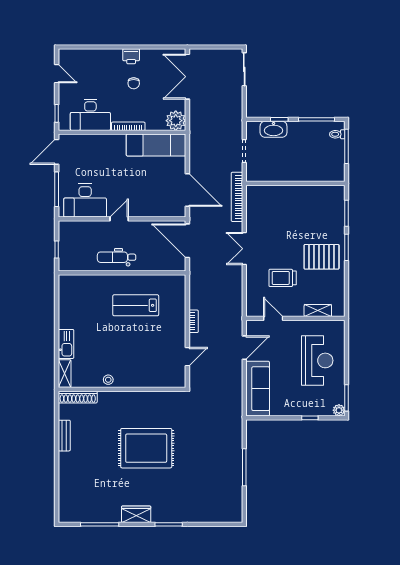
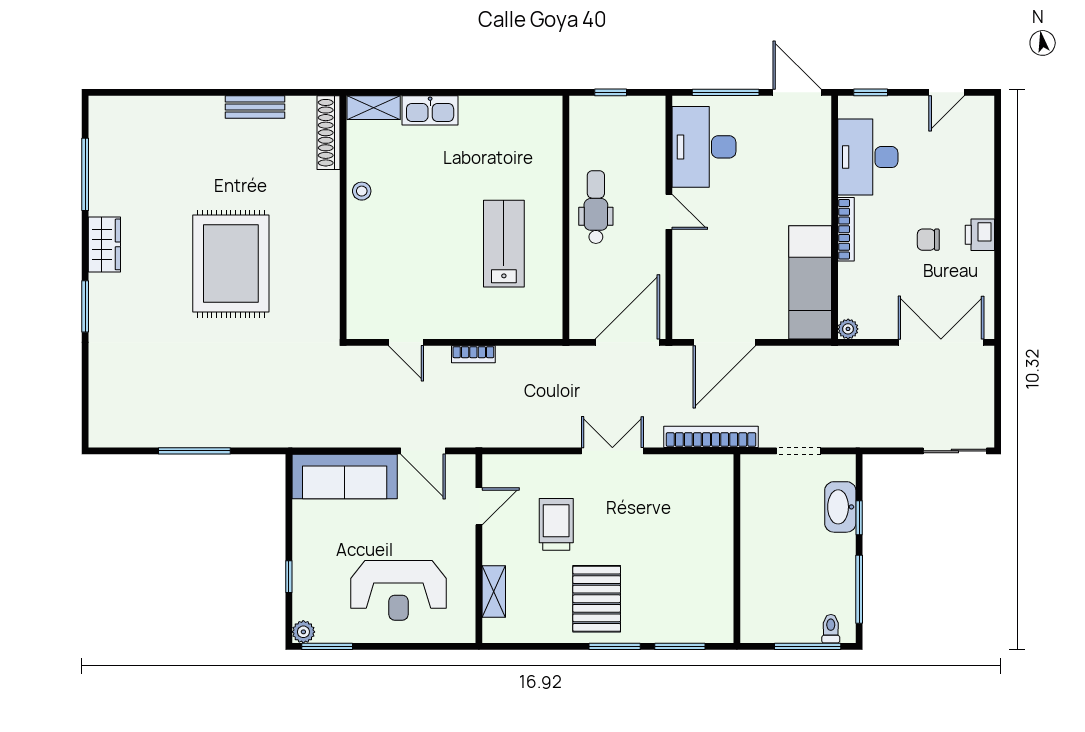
plant: (176, 121) -> (848, 329), width x0.53, depth x0.53

